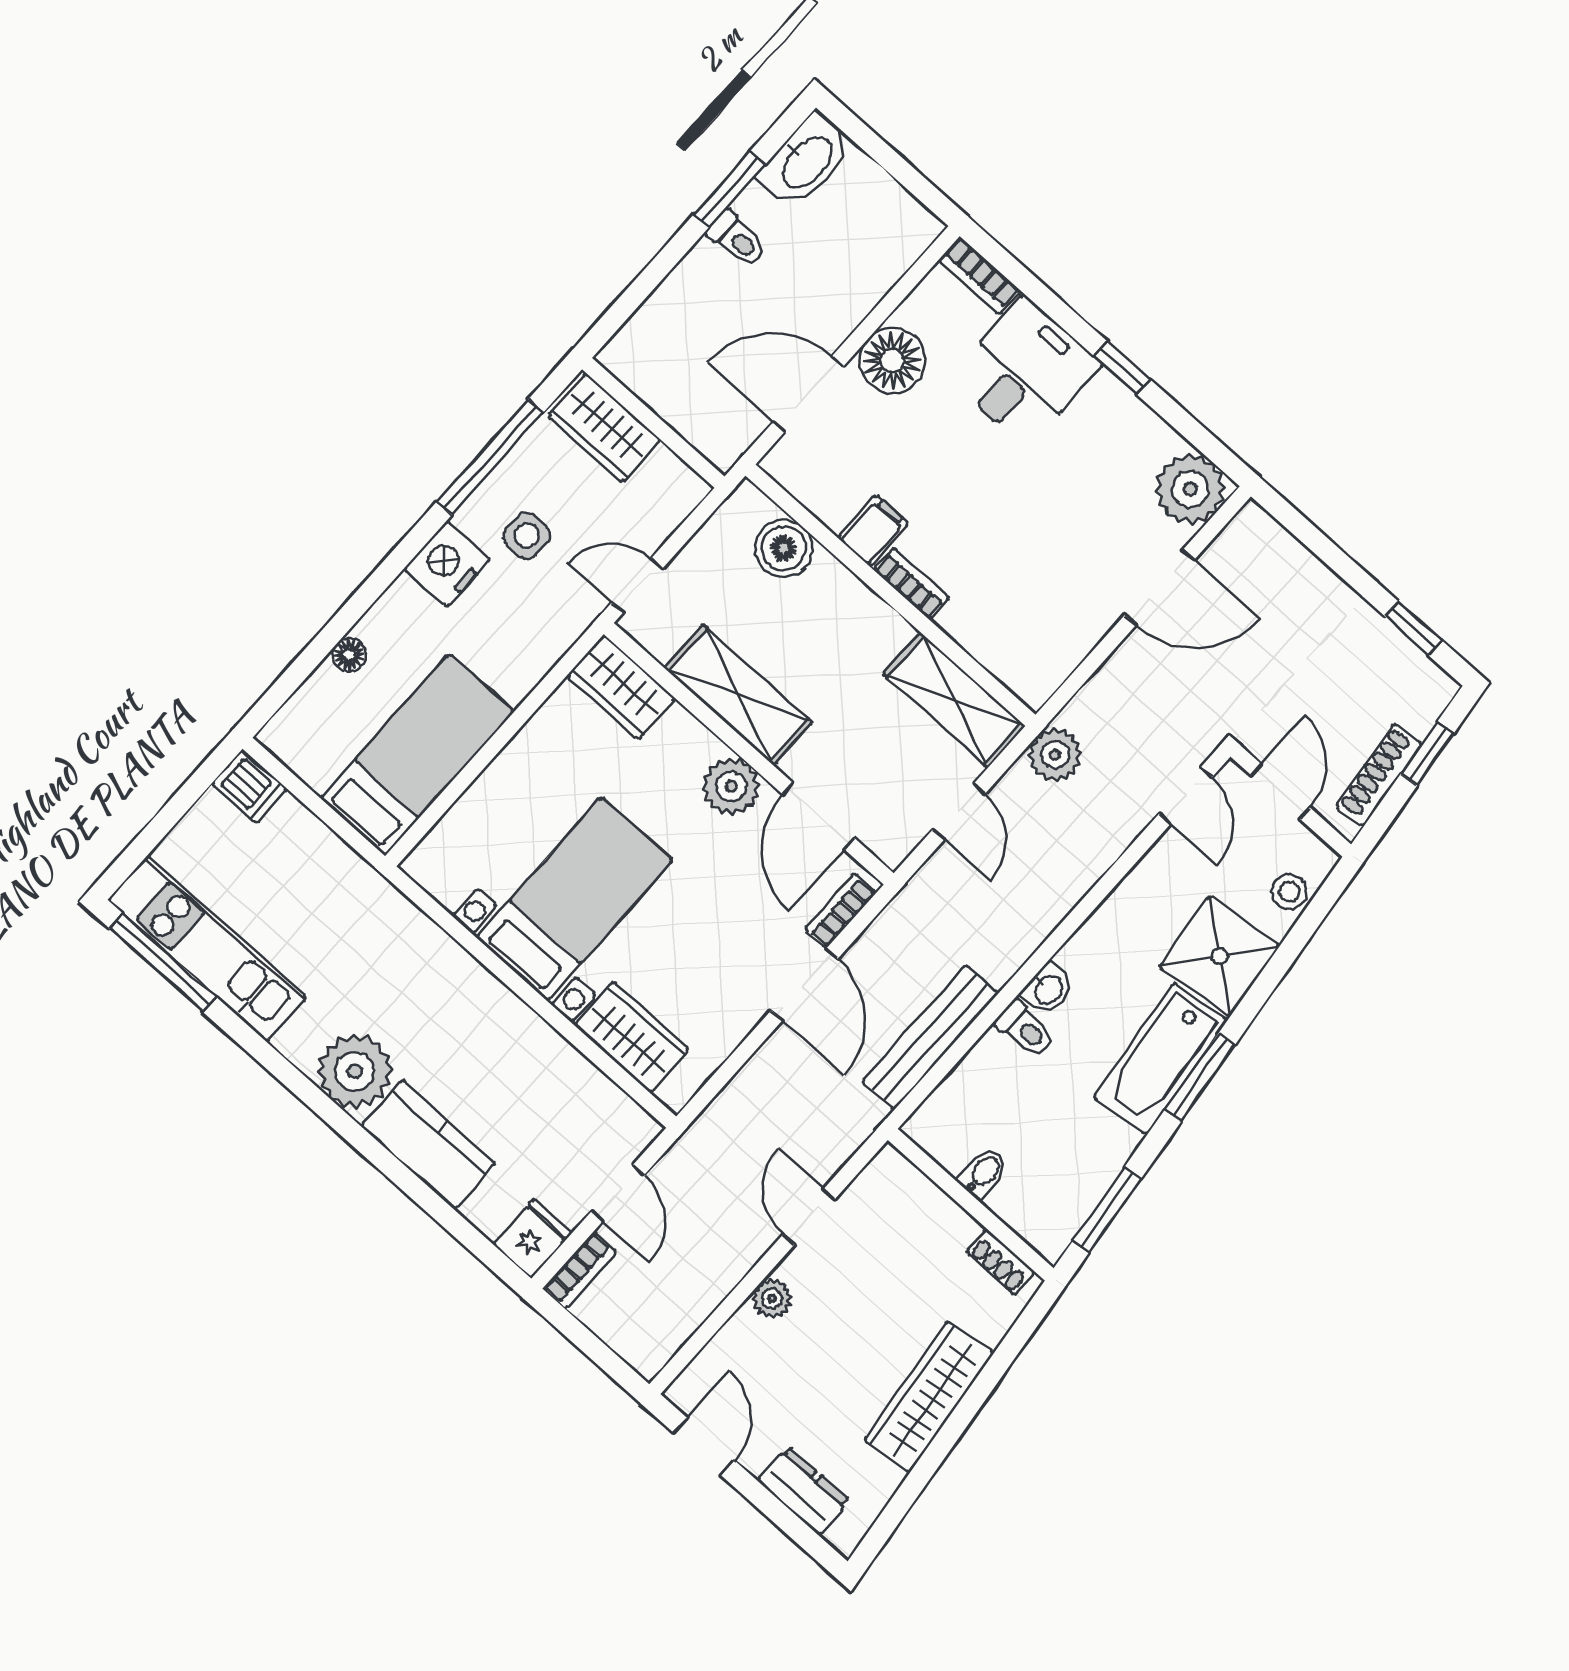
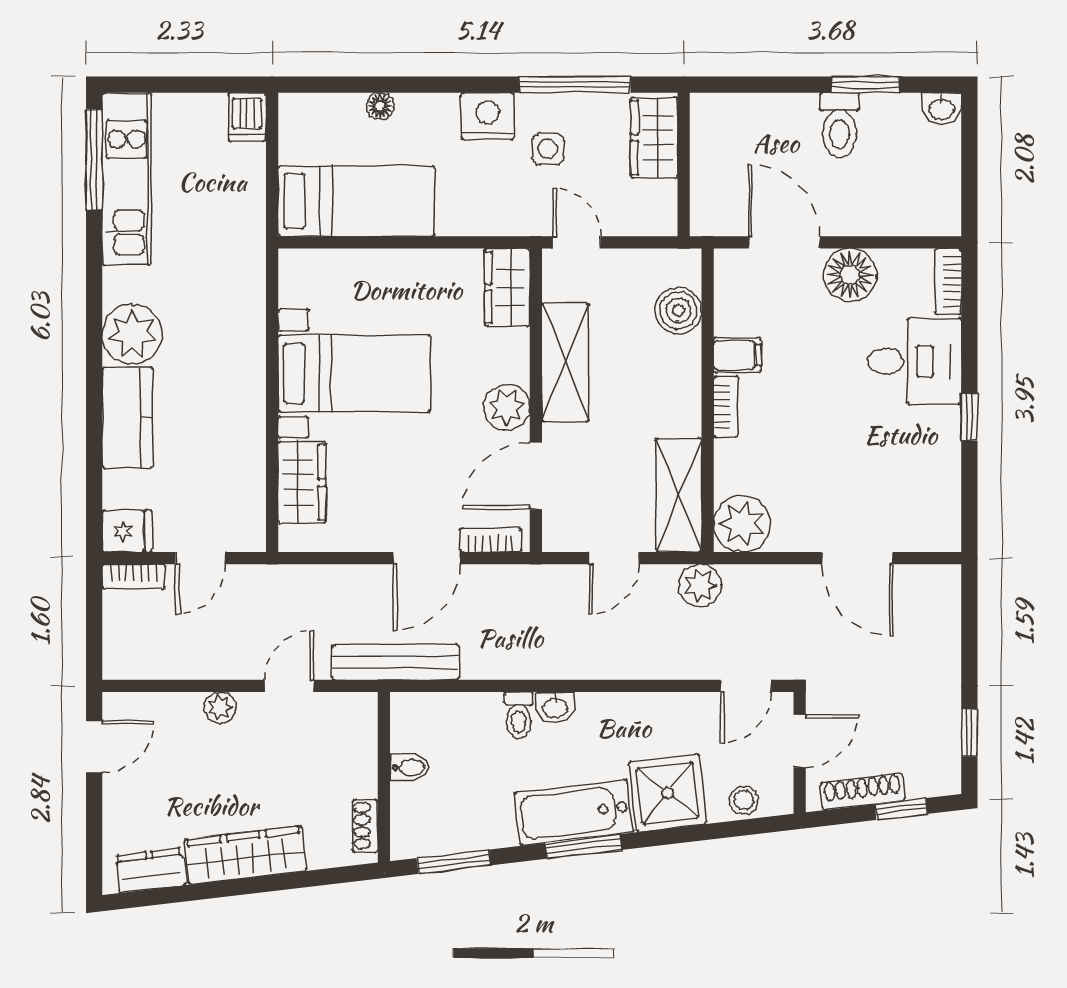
washbasin: (806, 161) -> (942, 108), width x0.52, depth x0.69
toilet: (737, 239) -> (840, 125), width x1.37, depth x1.39
plant: (1190, 489) -> (742, 524), moved
bench: (930, 1037) -> (395, 662), moved
dresser: (803, 1491) -> (151, 870), moved, turned -97

